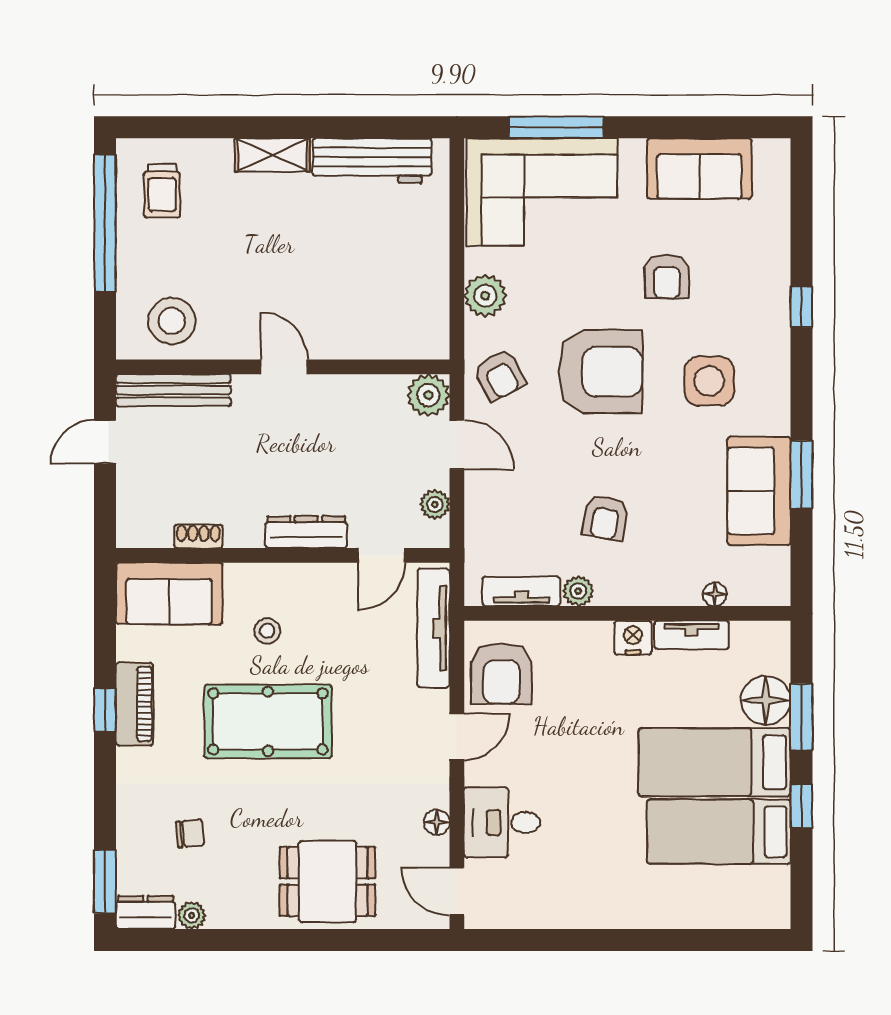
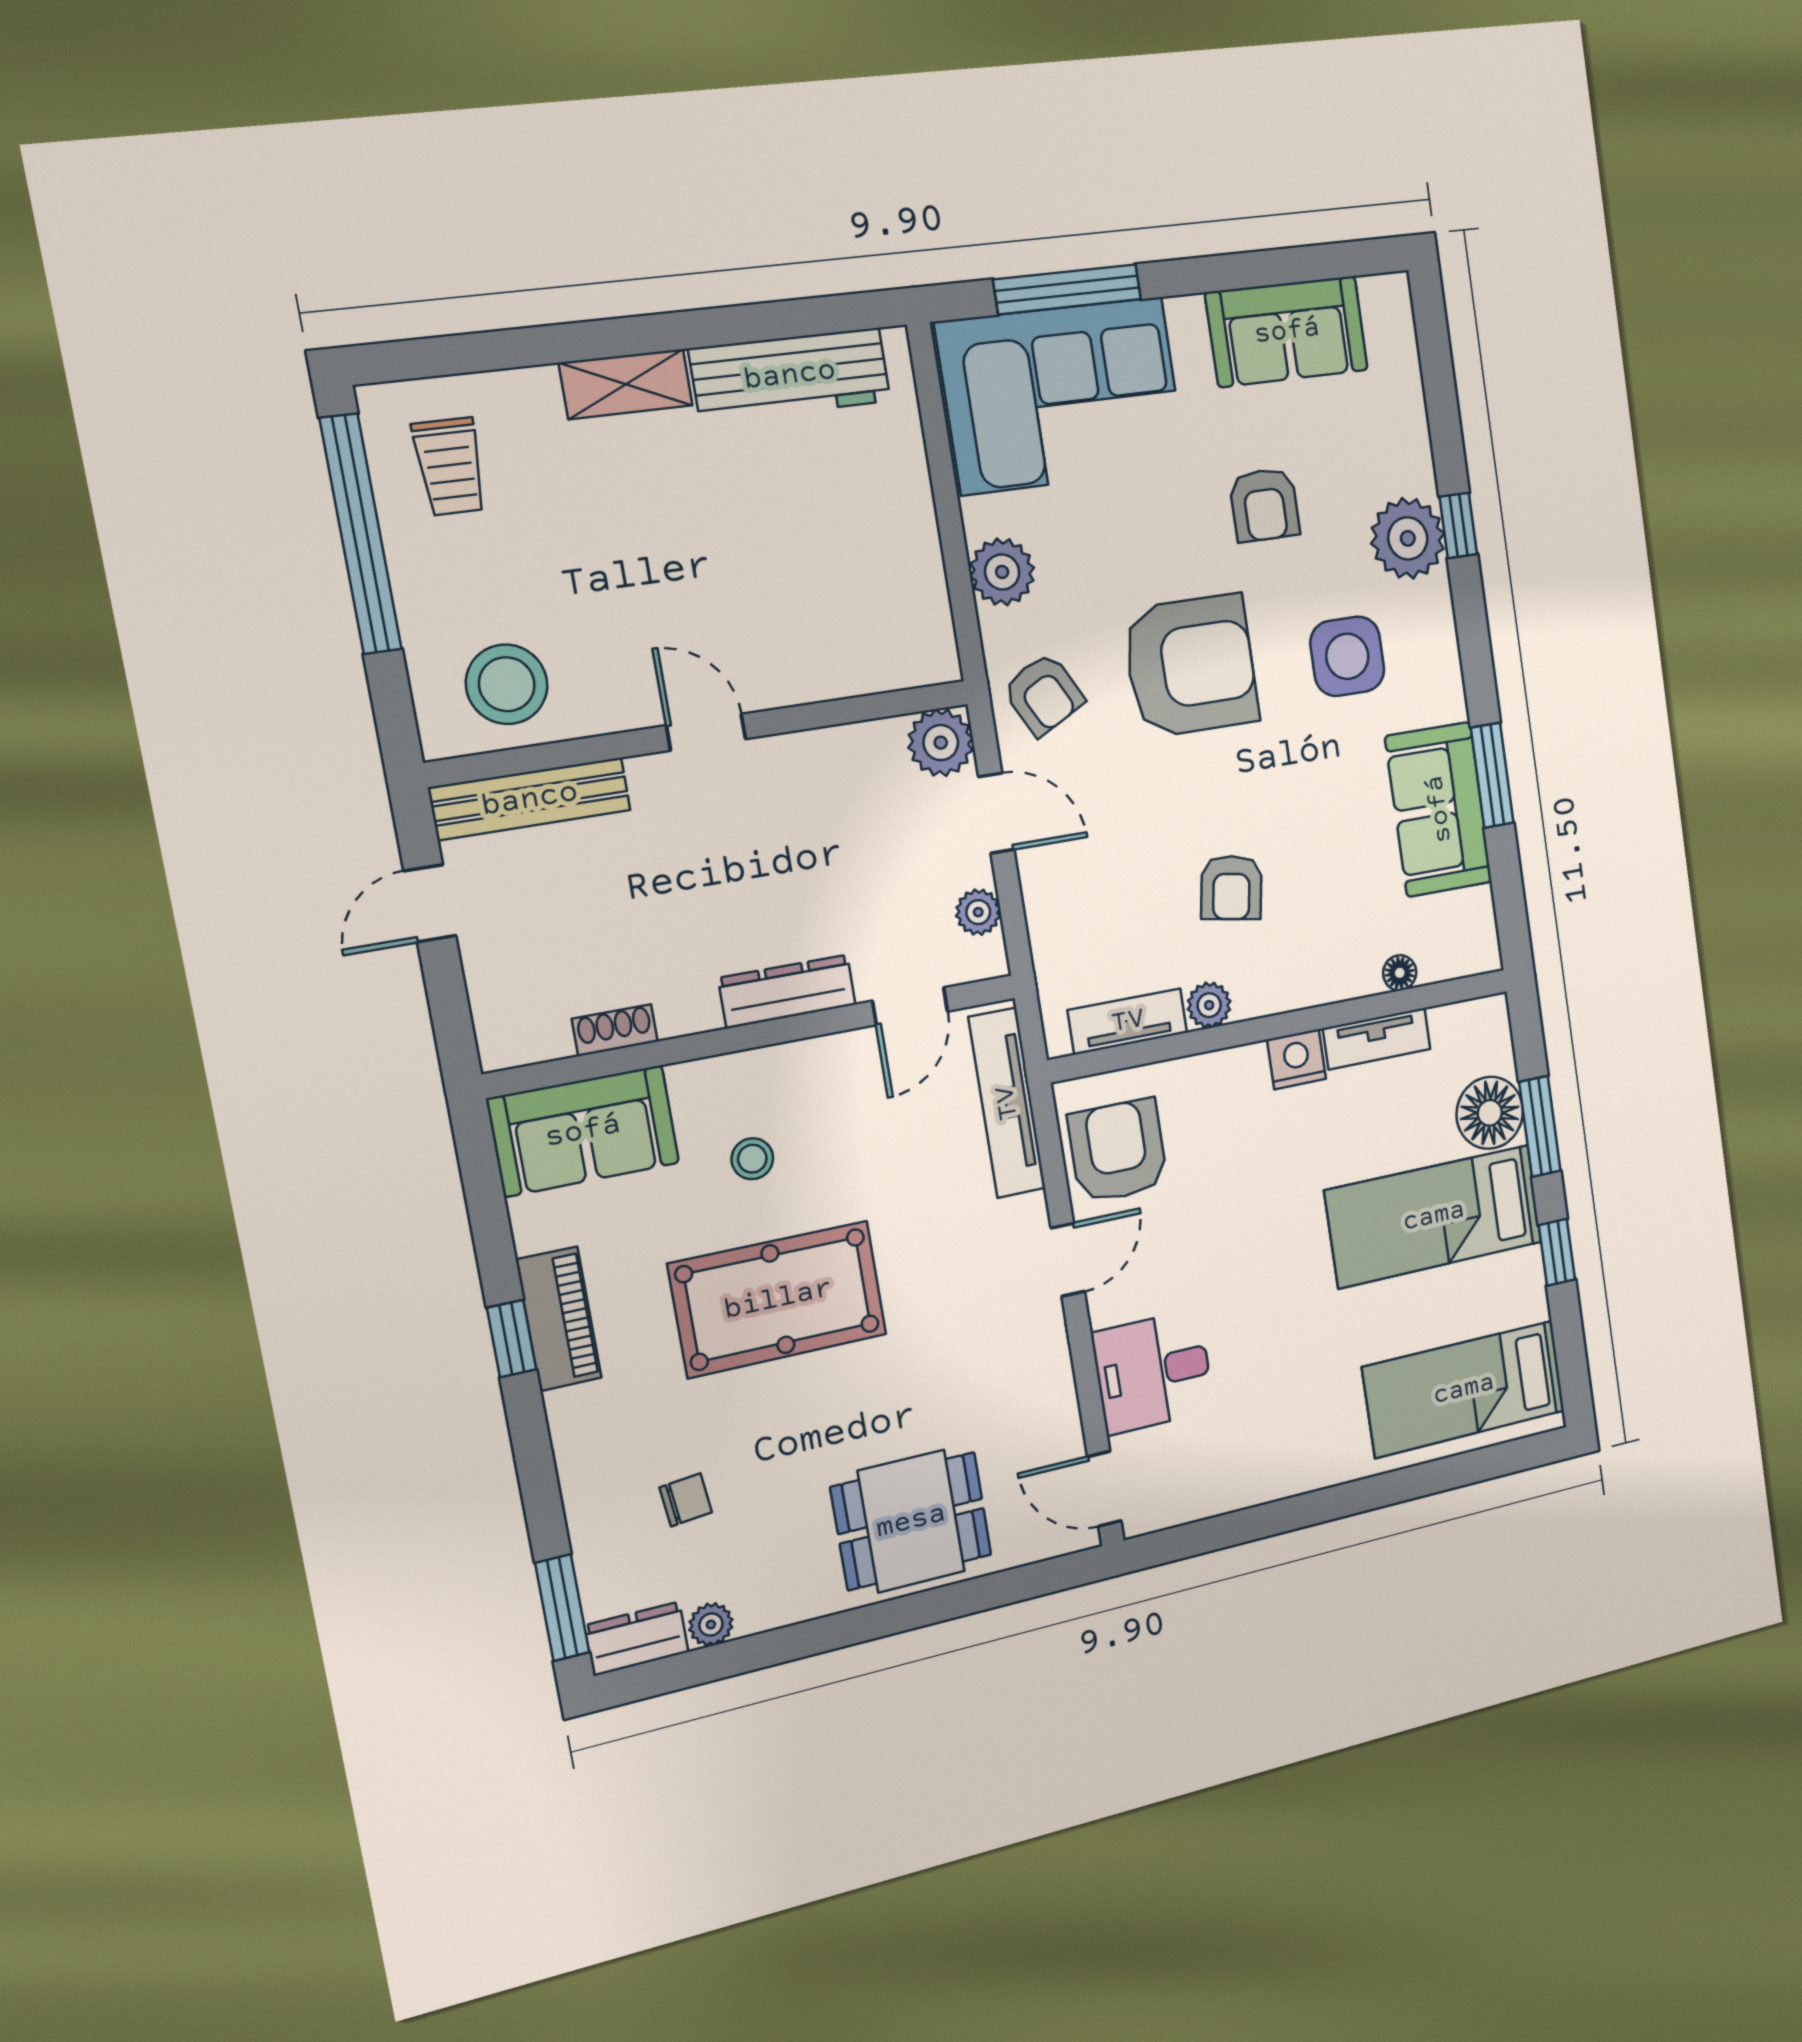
plant: (764, 311) -> (1408, 538), added
armchair: (501, 673) -> (1118, 1151), turned 180
floor lamp: (437, 822) -> (1059, 1394), removed
bed: (719, 832) -> (1464, 1389), moved

